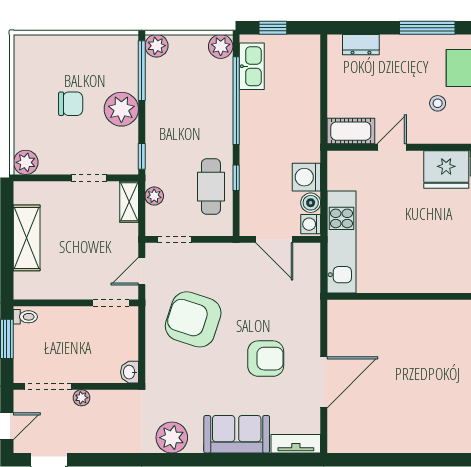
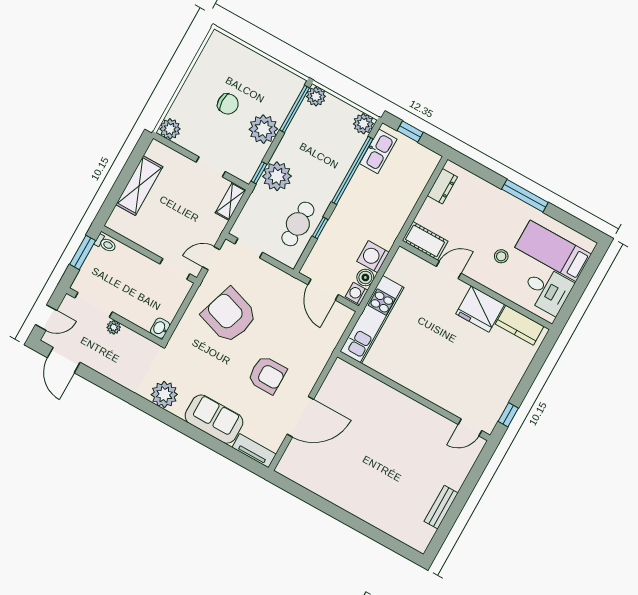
dresser: (361, 45) -> (442, 186), moved, turned -90
plant: (154, 196) -> (277, 176), moved, width x1.88, depth x1.88

